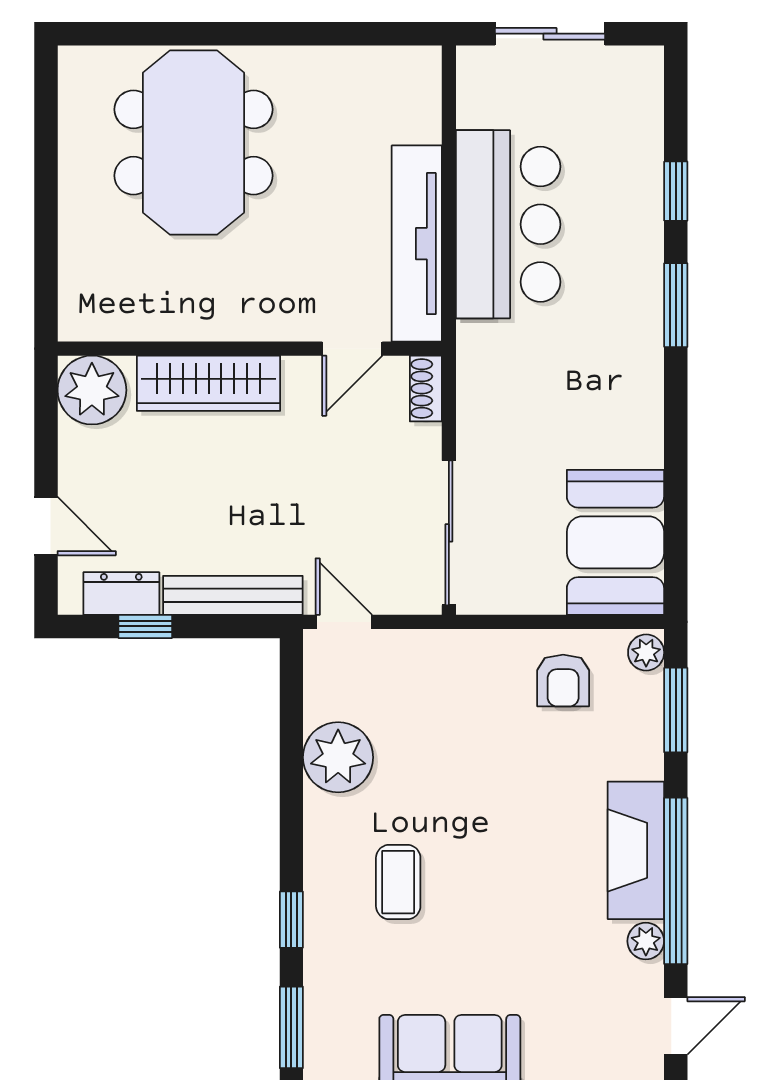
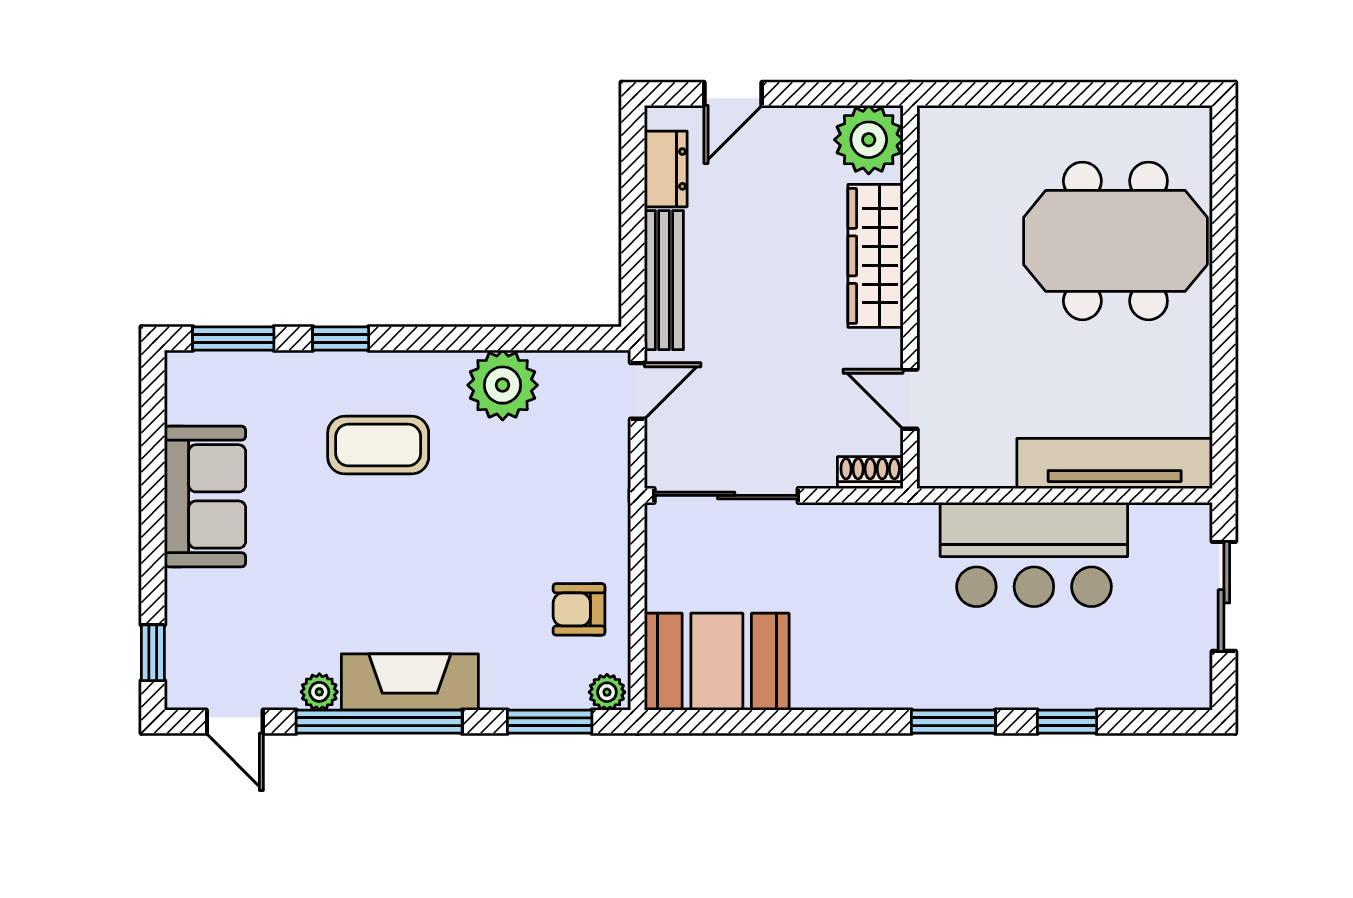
tv unit: (417, 244) -> (1115, 464), moved
window: (145, 626) -> (633, 193), removed
coffee table: (398, 882) -> (378, 445), width x1.36, depth x1.30

